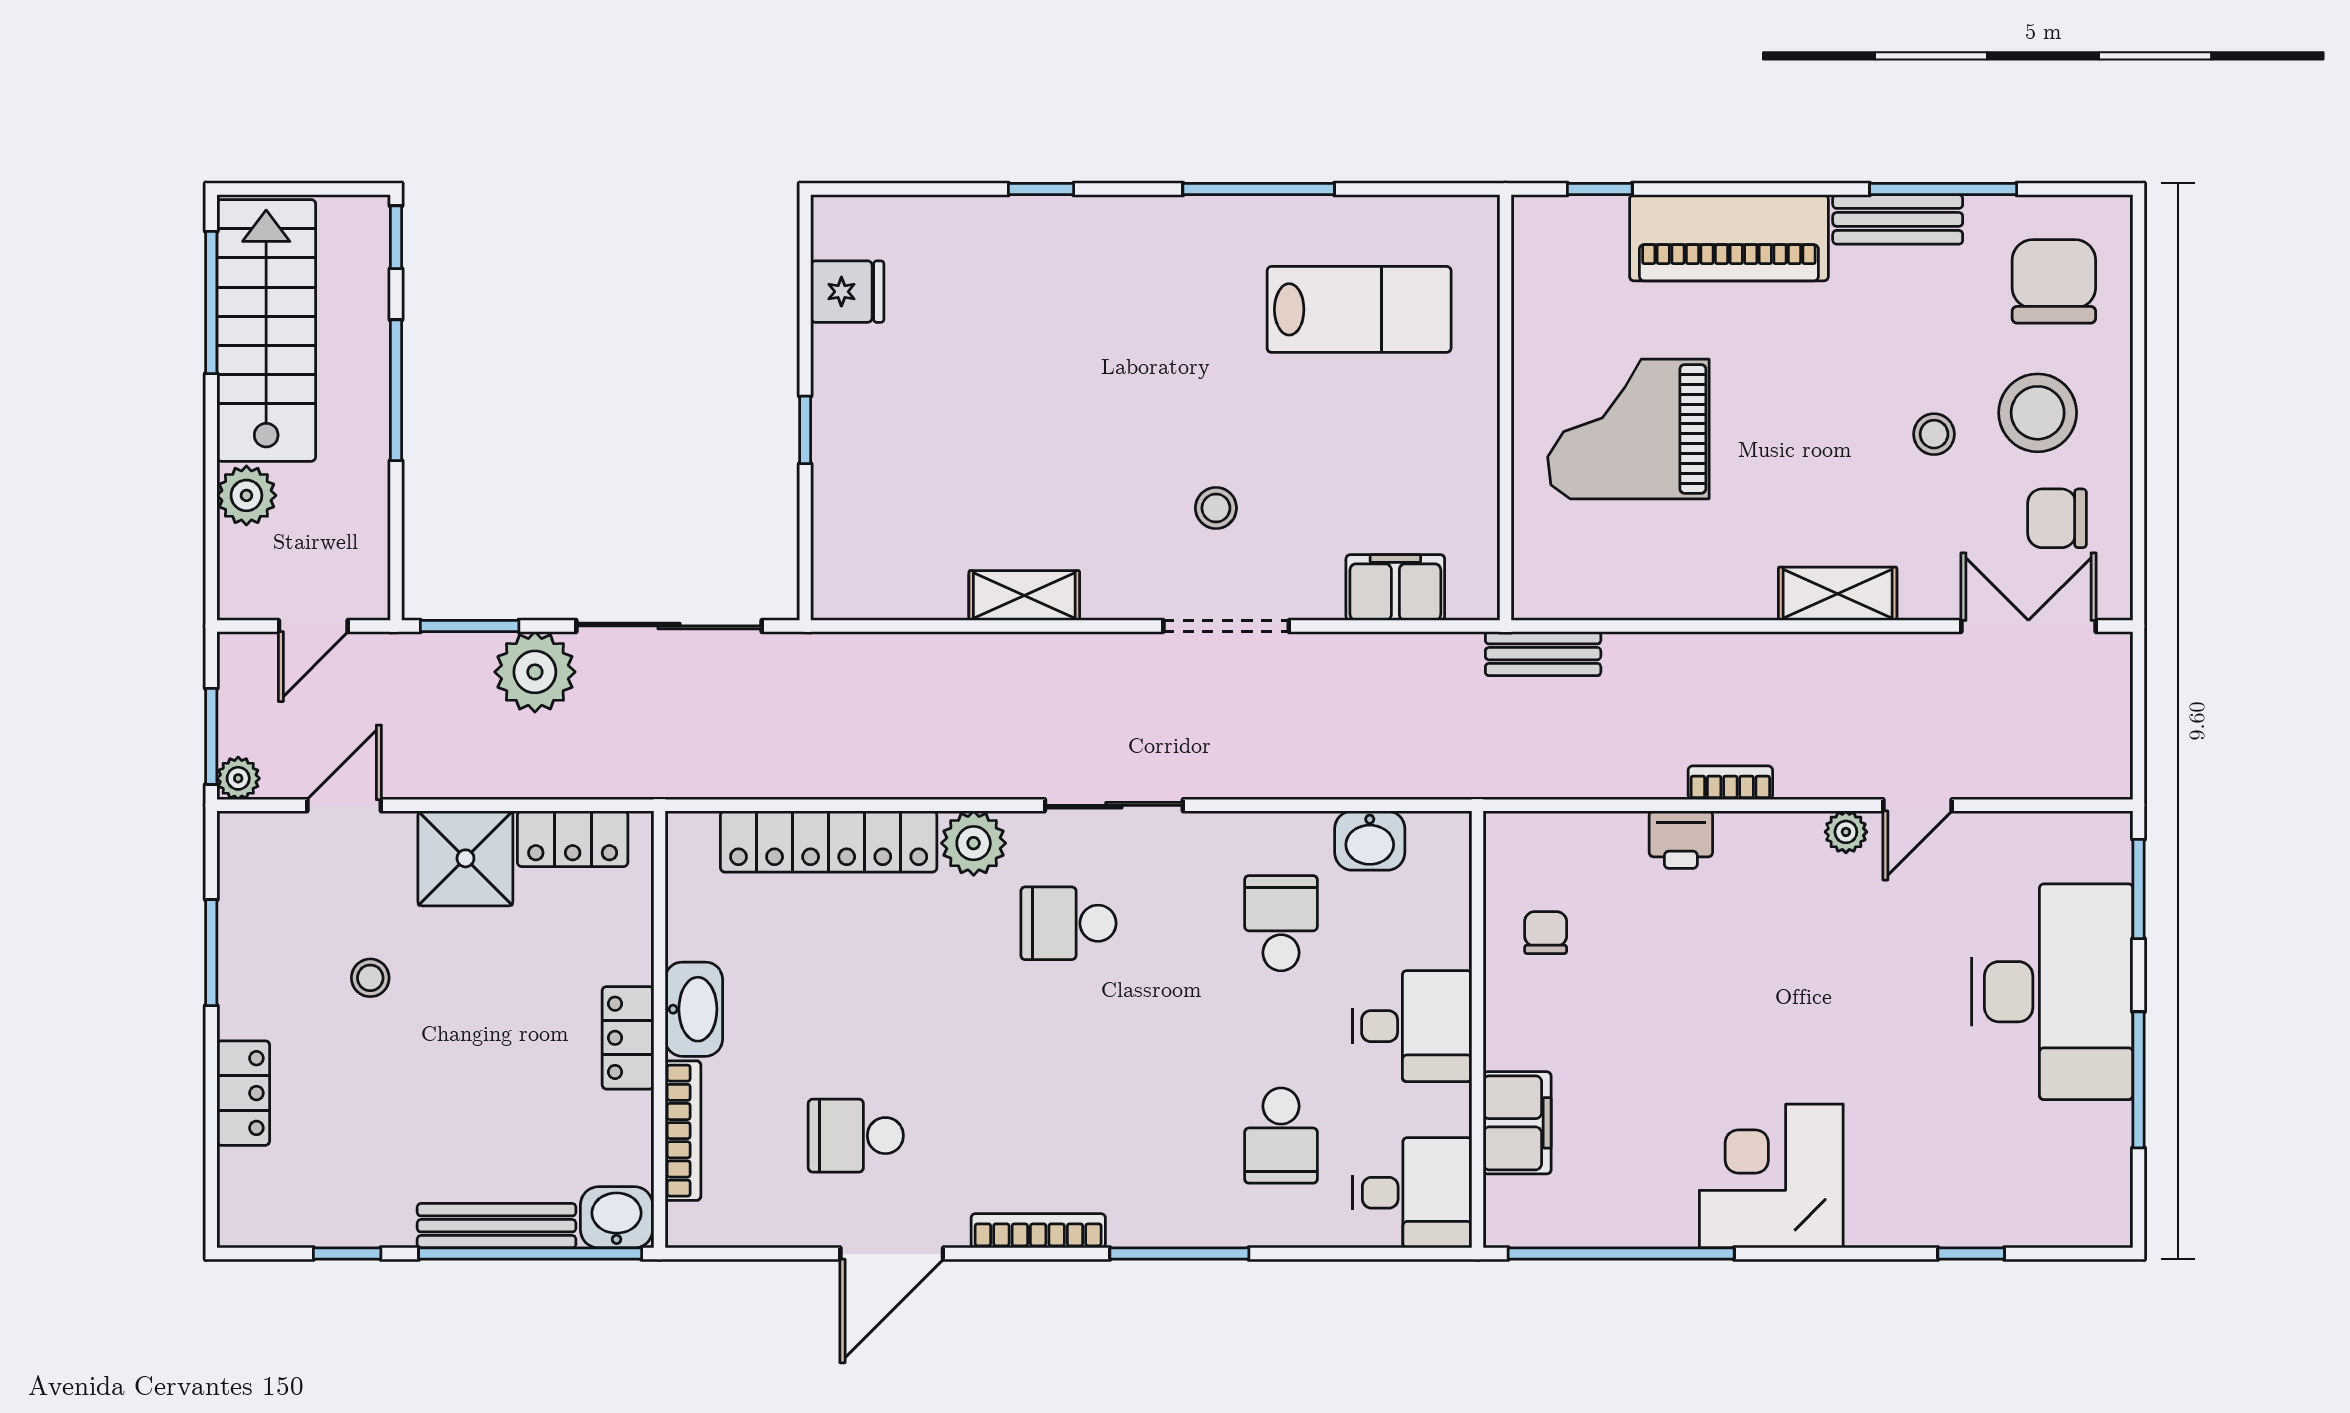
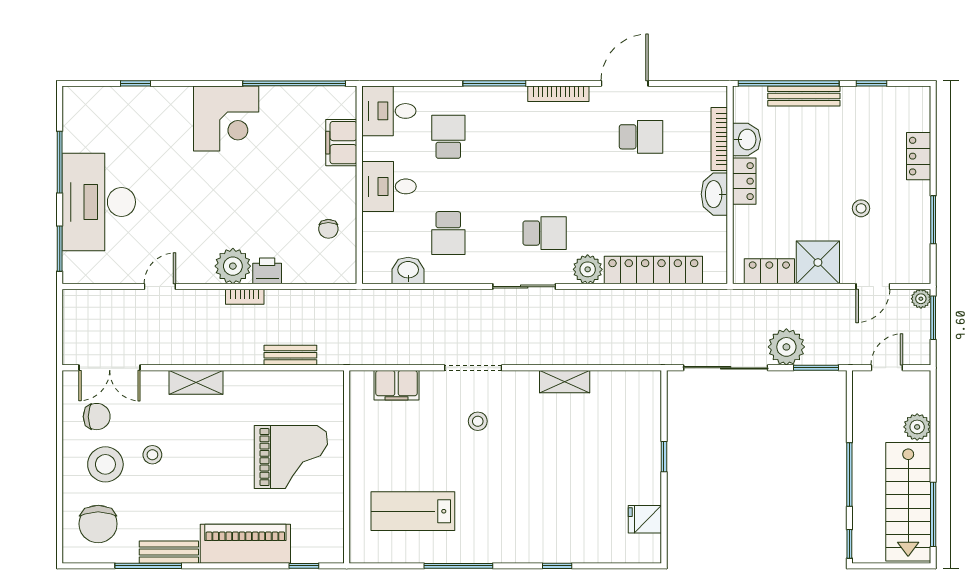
bench: (1543, 654) -> (290, 355), moved
plant: (1846, 832) -> (233, 266), moved, width x1.87, depth x1.87
washbasin: (617, 1217) -> (746, 139), moved, turned -90

